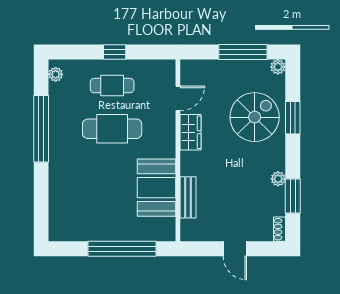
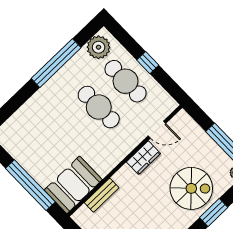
plant: (56, 74) -> (99, 47), width x1.88, depth x1.88
cafe table: (112, 86) -> (126, 81), width x1.37, depth x1.35
booth: (157, 188) -> (73, 185), moved

